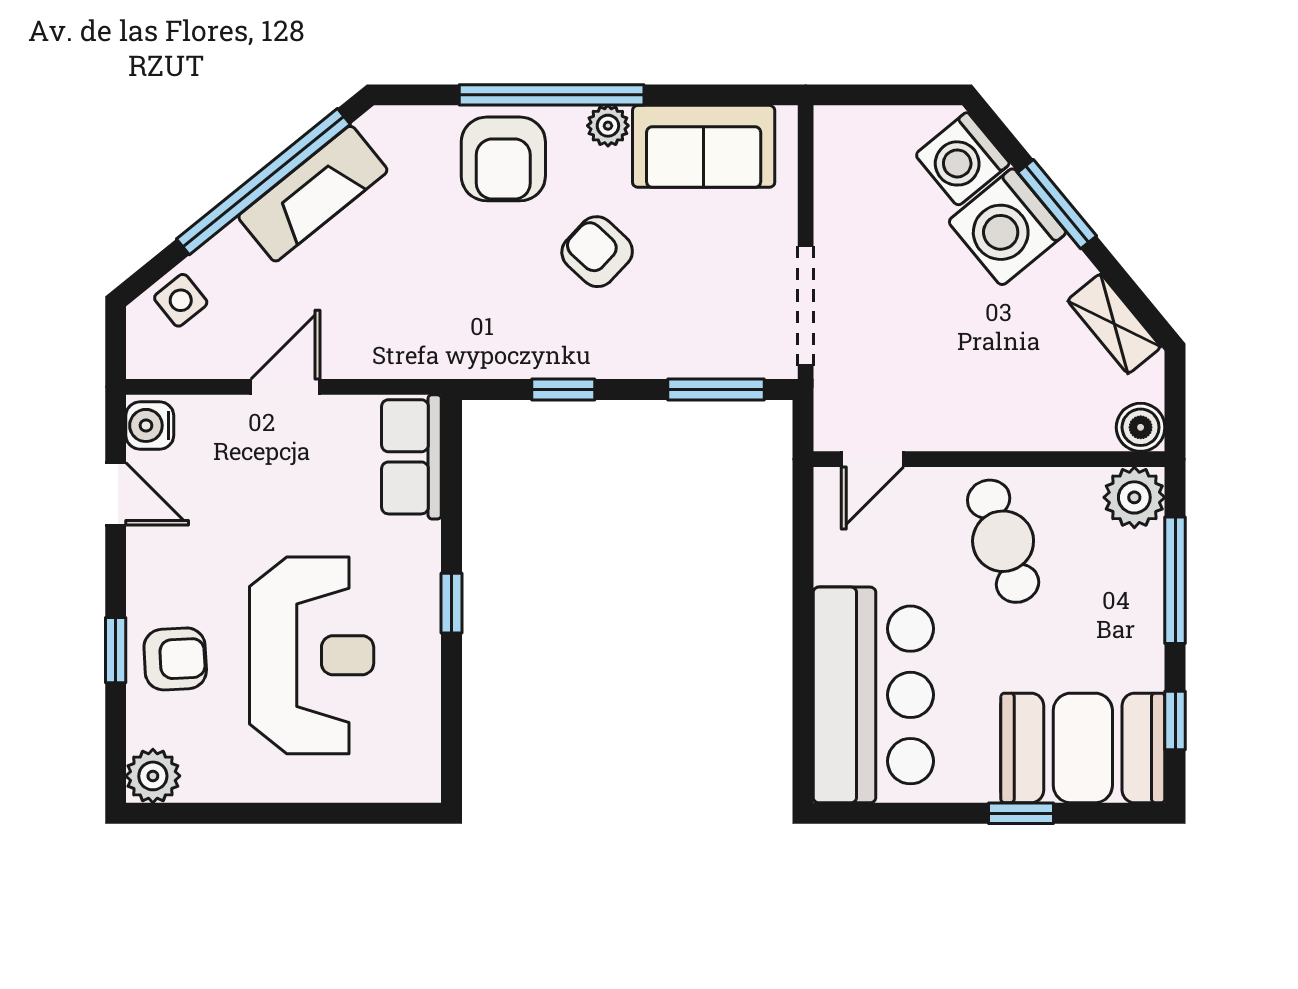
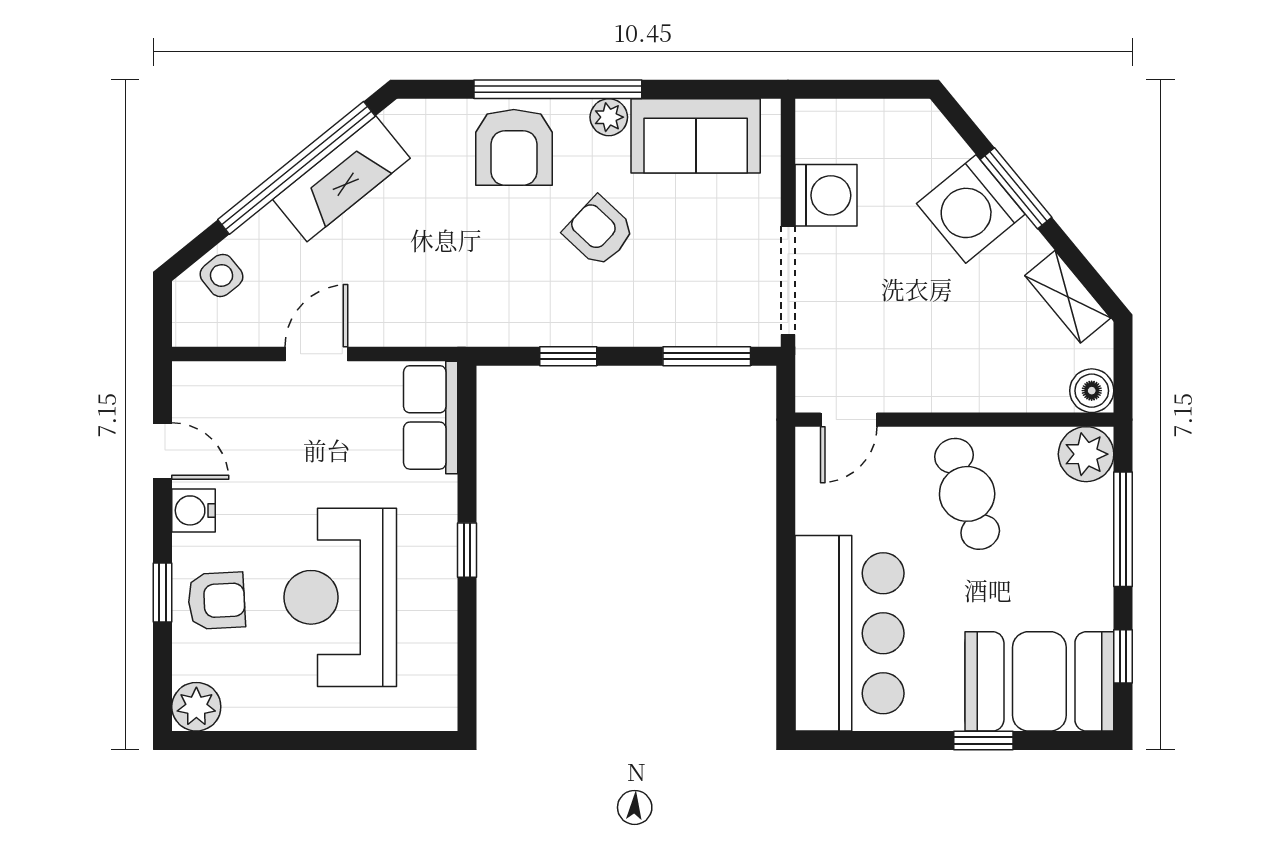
washing machine: (962, 159) -> (826, 195), moved, turned -140
water cooler: (150, 425) -> (193, 510), moved
reception desk: (312, 655) -> (340, 597), turned 180

